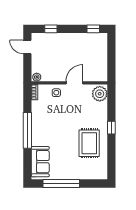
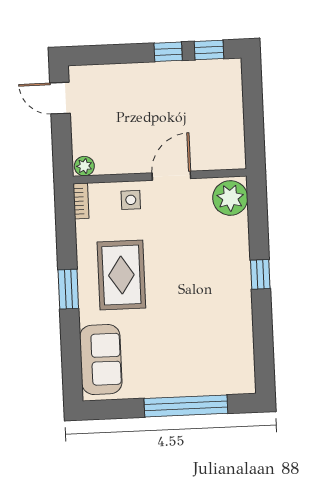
window: (51, 29) -> (168, 52), moved
window: (27, 130) -> (68, 289), width x0.47
rug: (89, 143) -> (121, 275), moved
window: (61, 183) -> (186, 406), moved

